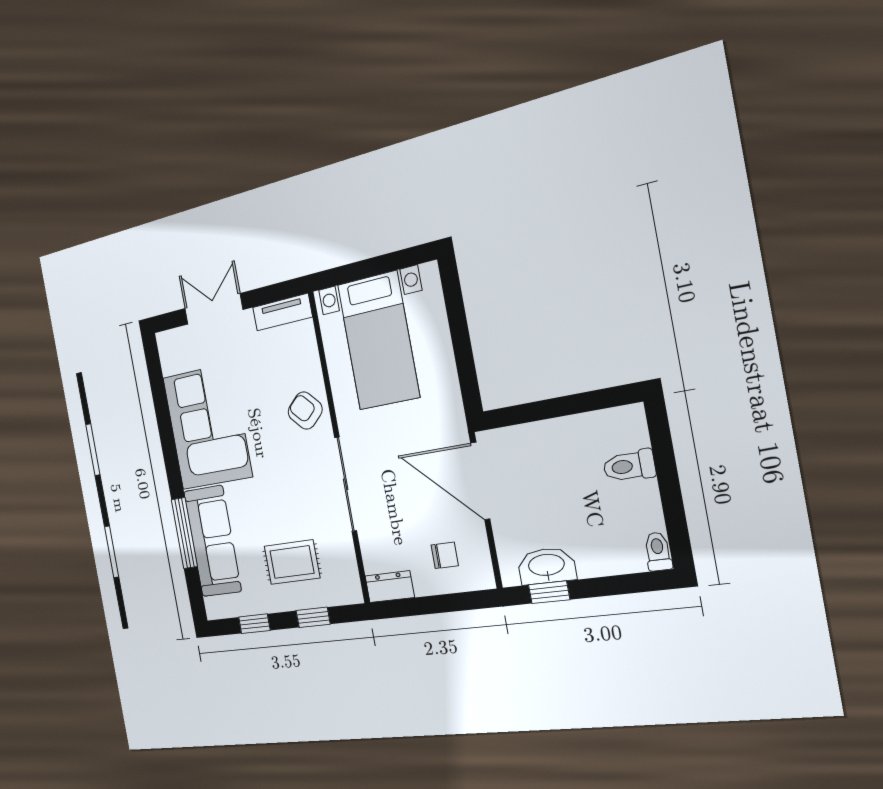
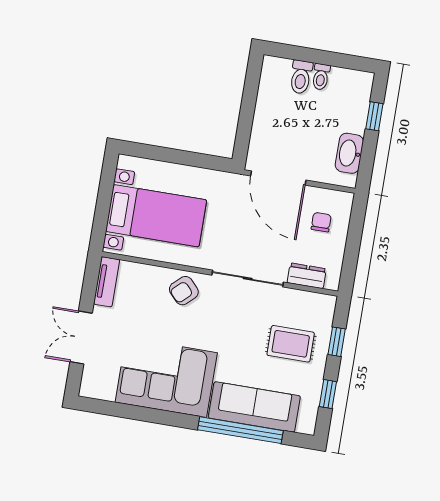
door: (480, 481) -> (278, 178), hinge flipped
window: (184, 533) -> (240, 430), width x1.46
toilet: (658, 551) -> (321, 77), moved, turned -90
rug: (292, 562) -> (291, 344), turned 90
dresser: (390, 587) -> (307, 276), moved, turned 90
window: (549, 592) -> (374, 116), moved

